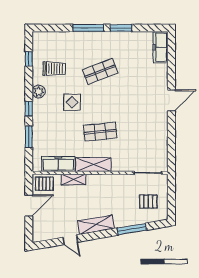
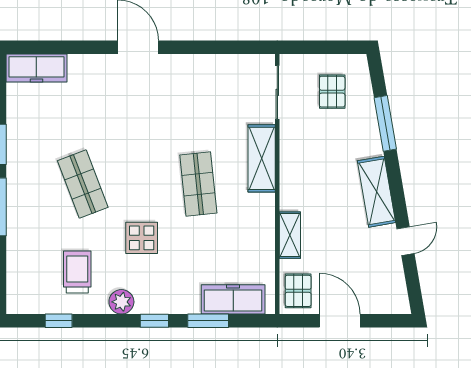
freezer: (58, 164) -> (233, 299), moved, turned 90
shelving: (93, 165) -> (262, 158), moved

